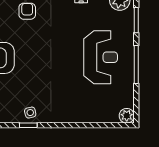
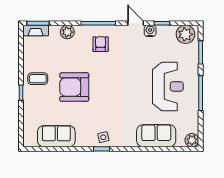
sofa: (88, 111) -> (156, 136), added

